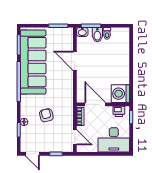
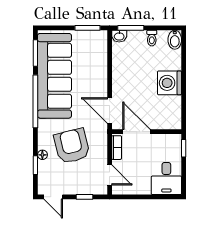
bidet: (97, 35) -> (175, 40), moved
door: (75, 61) -> (110, 111), moved
washing machine: (120, 94) -> (169, 83), moved
printer: (119, 111) -> (167, 141), removed
armchair: (46, 115) -> (72, 146), width x1.88, depth x1.88
desk: (114, 140) -> (166, 178), width x0.73

